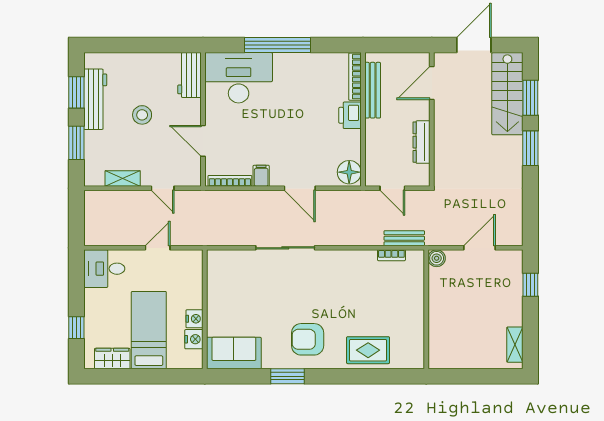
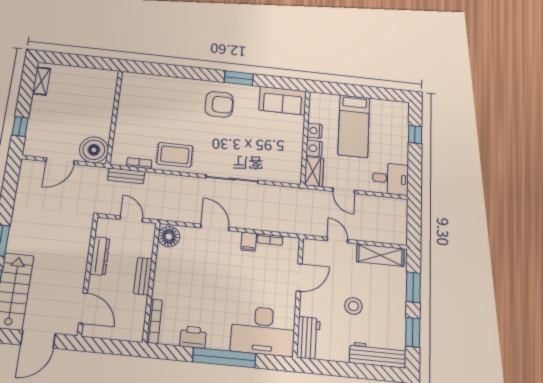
door: (432, 83) -> (83, 308), hinge flipped
bench: (373, 90) -> (143, 276), moved, width x0.73
workbench: (95, 99) -> (378, 355), moved, turned 90
printer: (350, 115) -> (193, 337), moved, turned -90
door: (203, 141) -> (299, 277), hinge flipped
shelving: (123, 179) -> (380, 255), width x1.50, depth x1.33
bookcase: (230, 181) -> (270, 240), width x0.64
door: (158, 248) -> (344, 191), hinge flipped
boiler: (437, 258) -> (94, 150), width x1.86, depth x1.86
nightstand: (194, 339) -> (314, 148), moved
rug: (368, 350) -> (175, 155), moved
wardrobe: (112, 358) -> (314, 172), moved, turned -90

